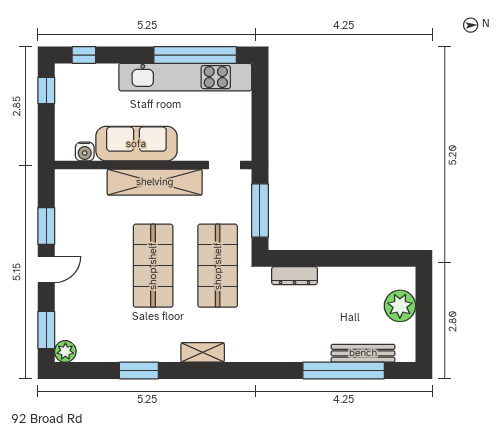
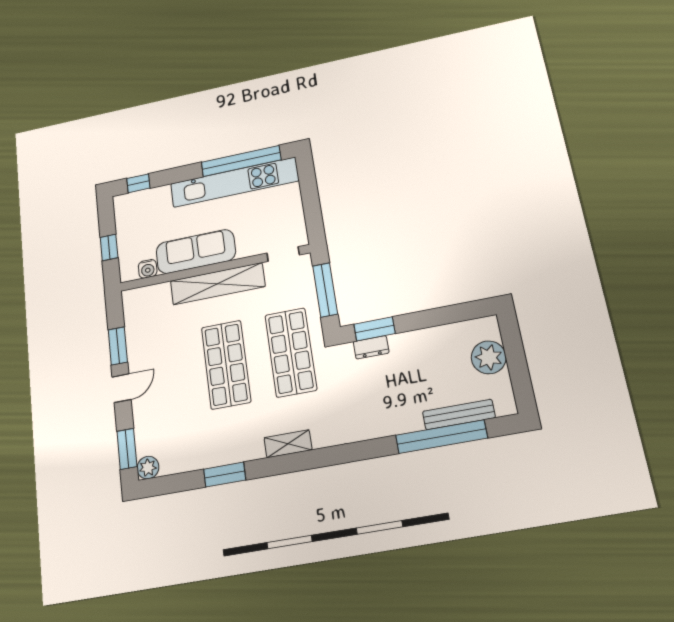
window: (46, 90) -> (109, 248), moved
window: (301, 258) -> (375, 329), added
dresser: (295, 276) -> (371, 347), width x0.70

